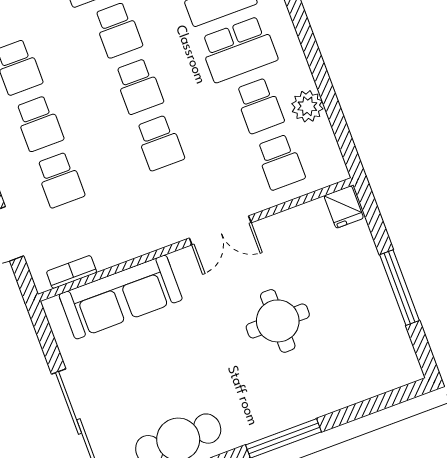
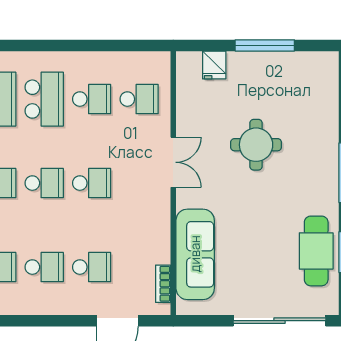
plant: (307, 106) -> (105, 64), removed
fridge: (344, 207) -> (214, 65), moved, turned 90

